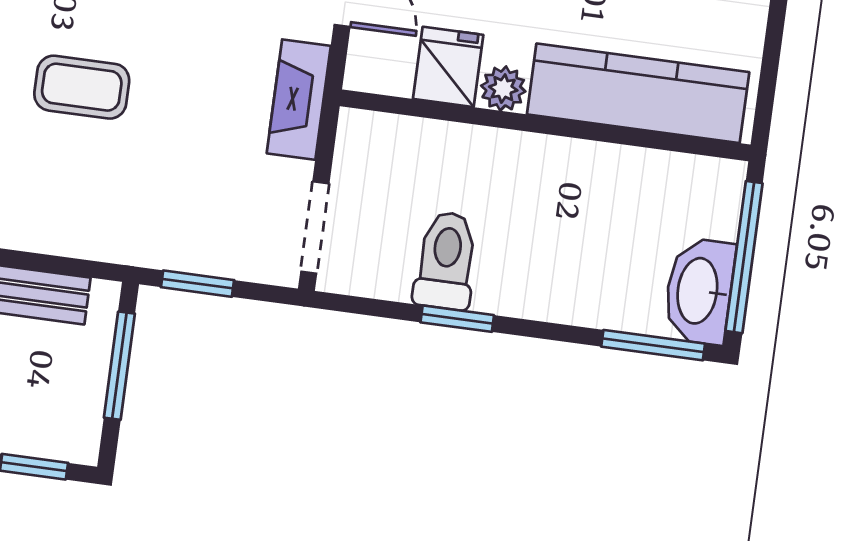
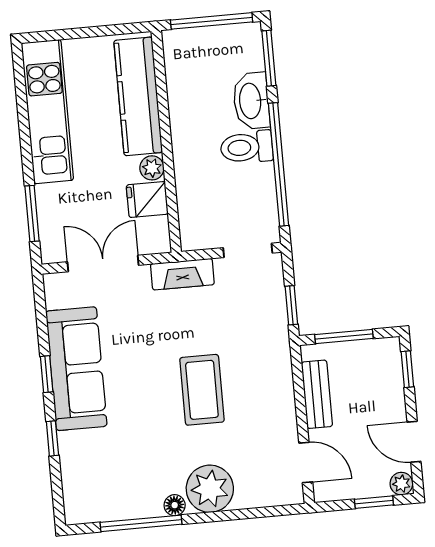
coffee table: (82, 87) -> (202, 390), width x1.36, depth x1.30
toilet: (446, 261) -> (247, 147), moved
washbasin: (699, 291) -> (251, 101), moved, turned 90
window: (457, 319) -> (279, 164), width x3.17

